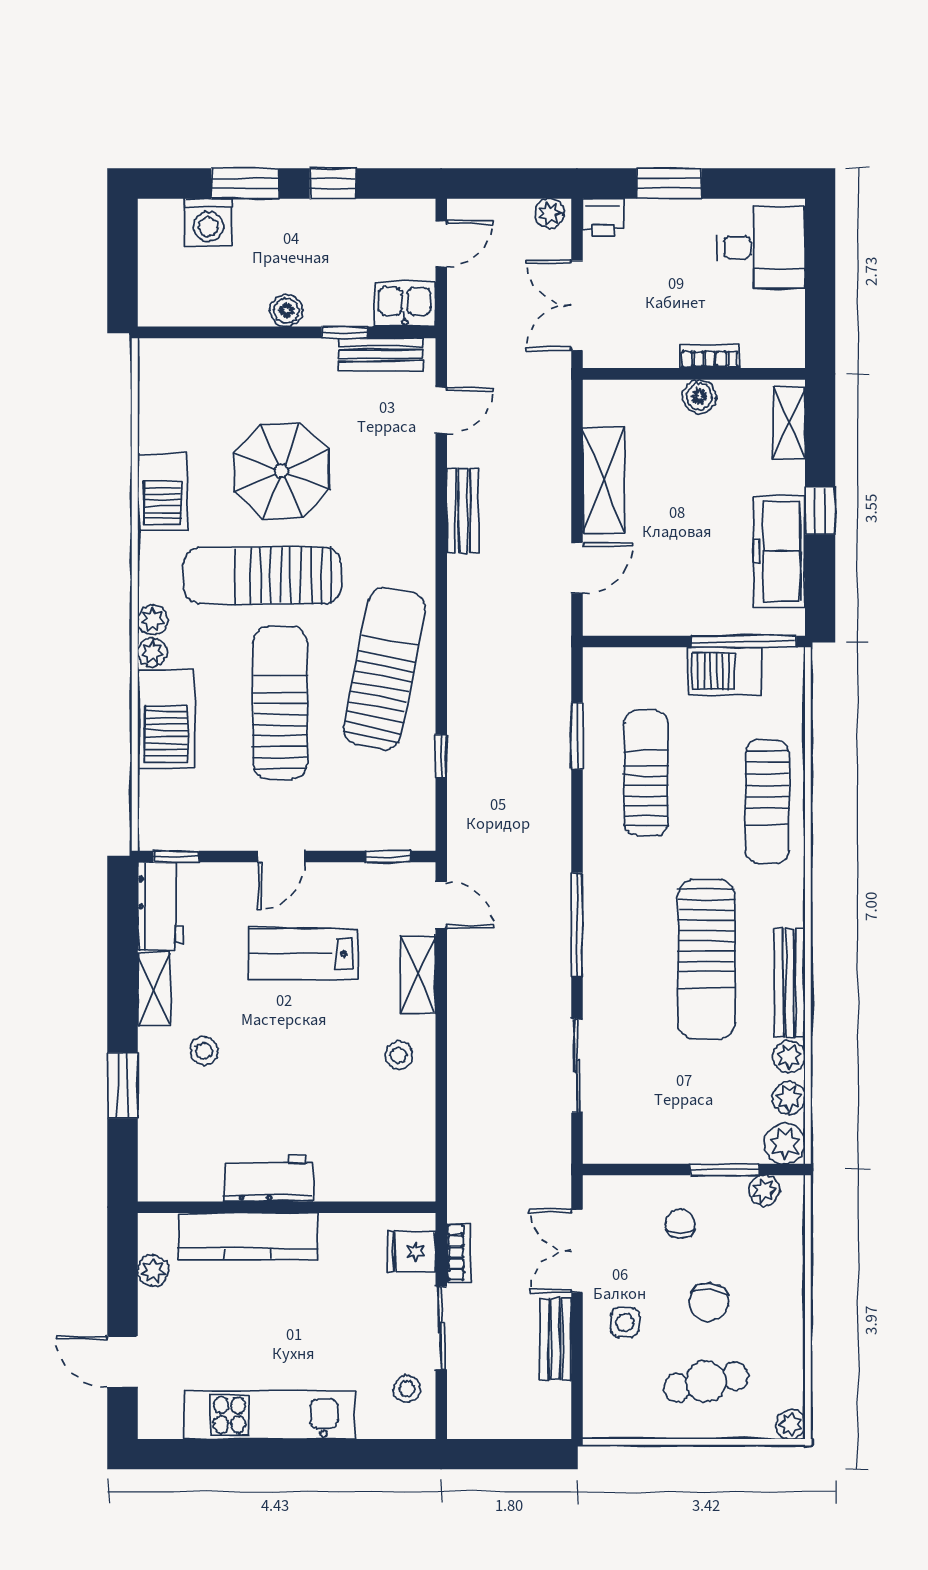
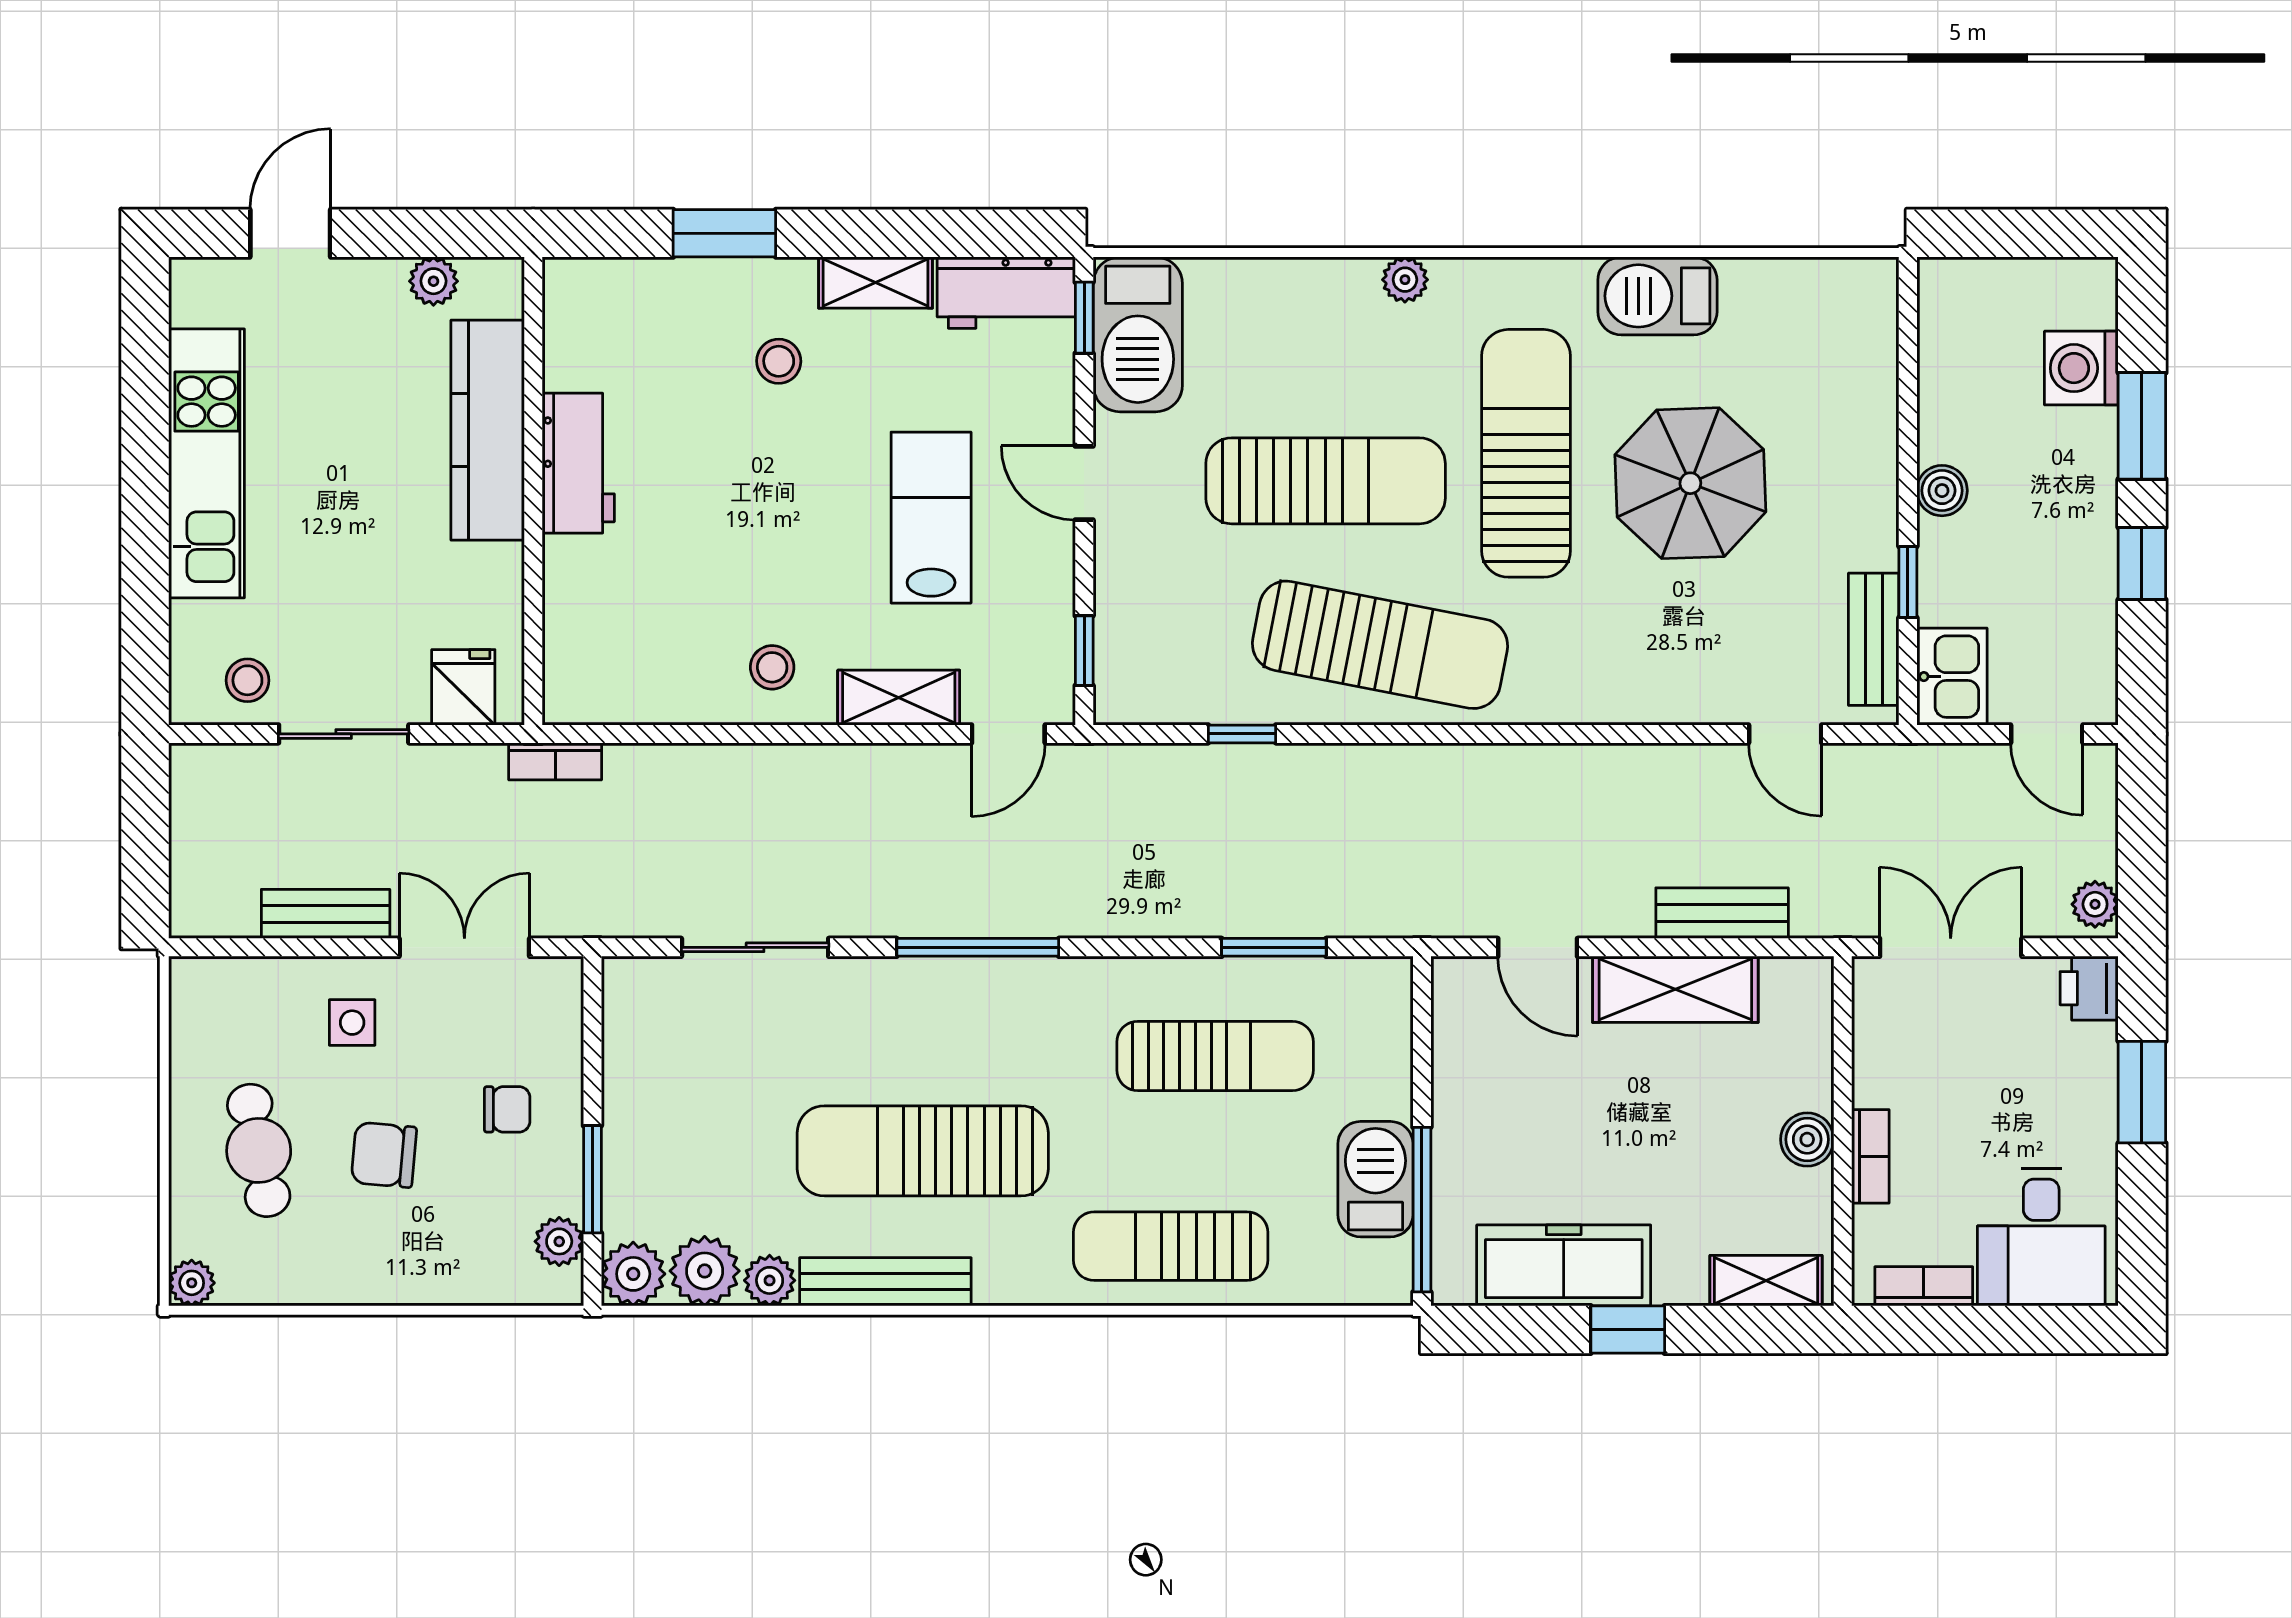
bookcase: (793, 322) -> (1924, 1286), added
bench: (463, 511) -> (1722, 913), moved
plant: (153, 620) -> (1456, 281), removed
barbecue: (166, 719) -> (1138, 334), moved, turned -90
plant: (789, 1098) -> (705, 1271), width x1.38, depth x1.38
bookcase: (459, 1252) -> (555, 761), moved

